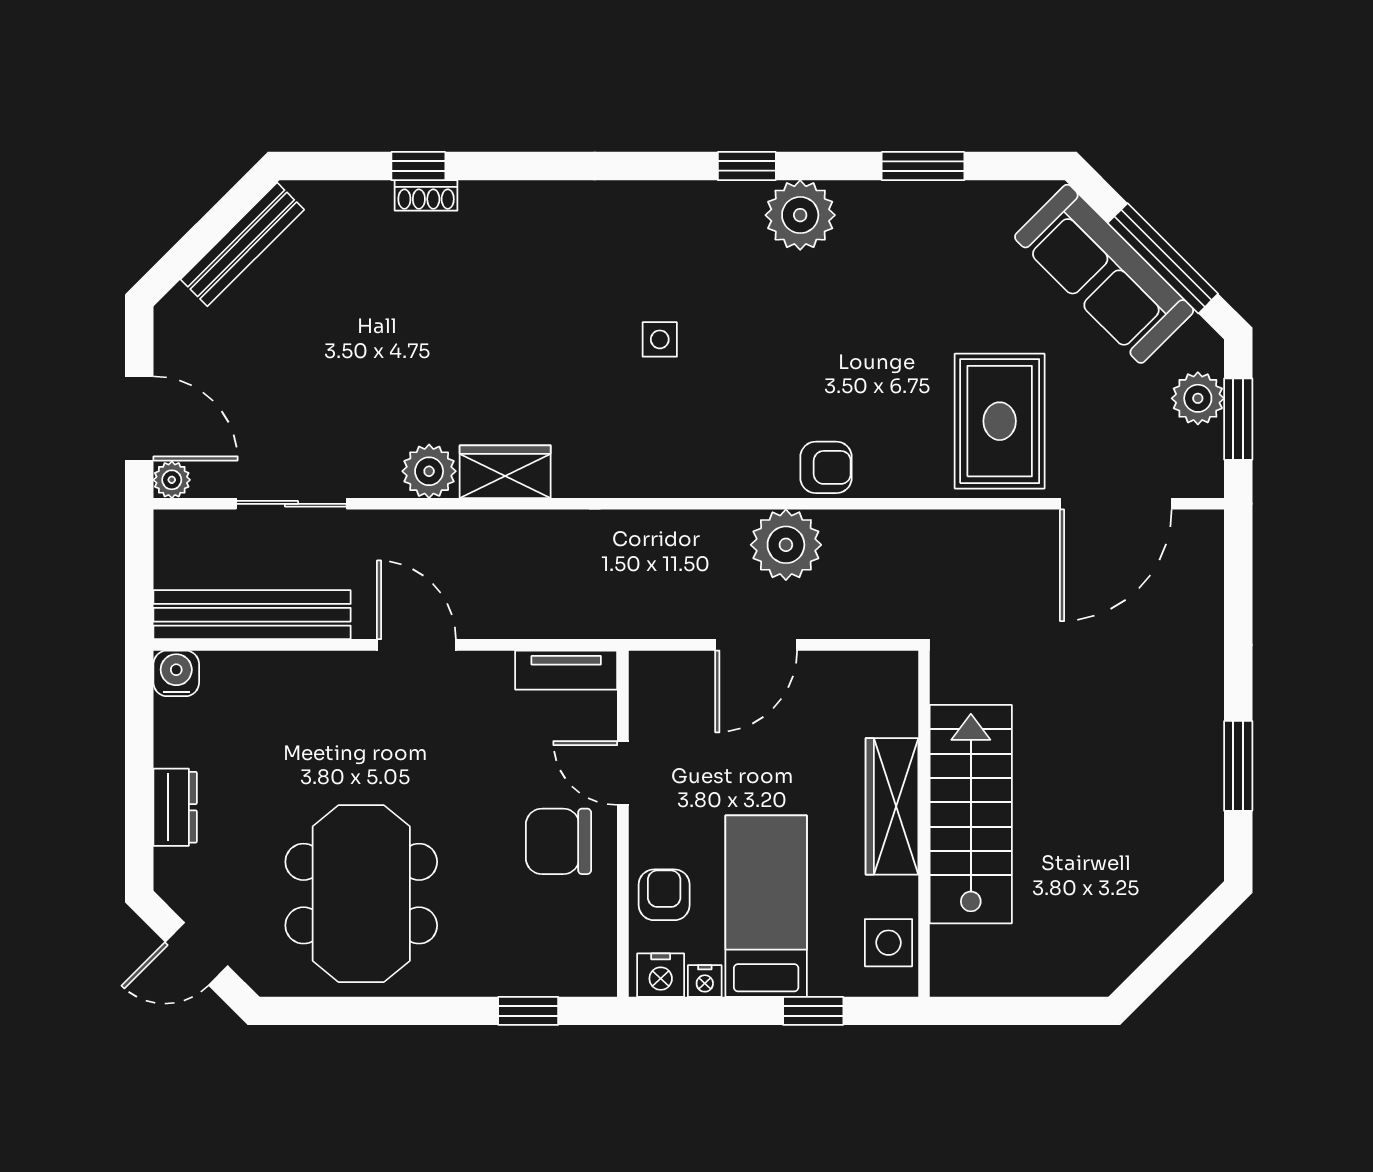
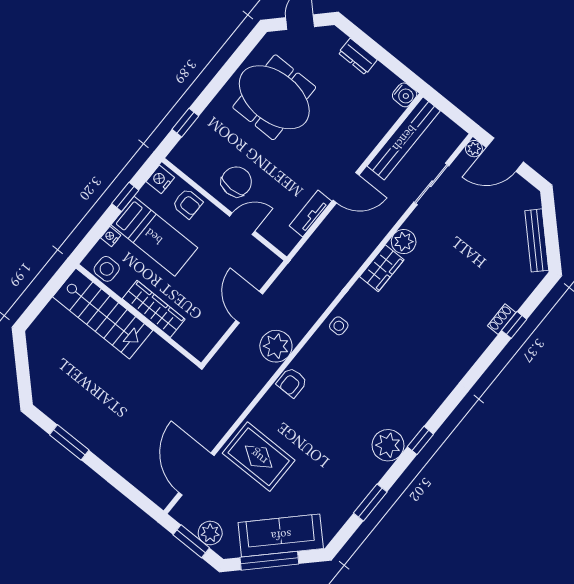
side table: (660, 339) -> (339, 326), moved
tv unit: (566, 670) -> (310, 214), moved
stairs: (971, 814) -> (103, 314), moved
nightstand: (705, 981) -> (111, 237), moved
window: (813, 1011) -> (125, 197), moved

